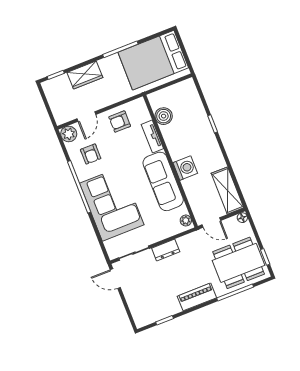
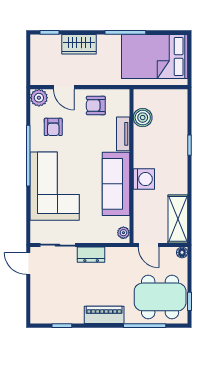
door: (86, 117) -> (64, 87), hinge flipped

